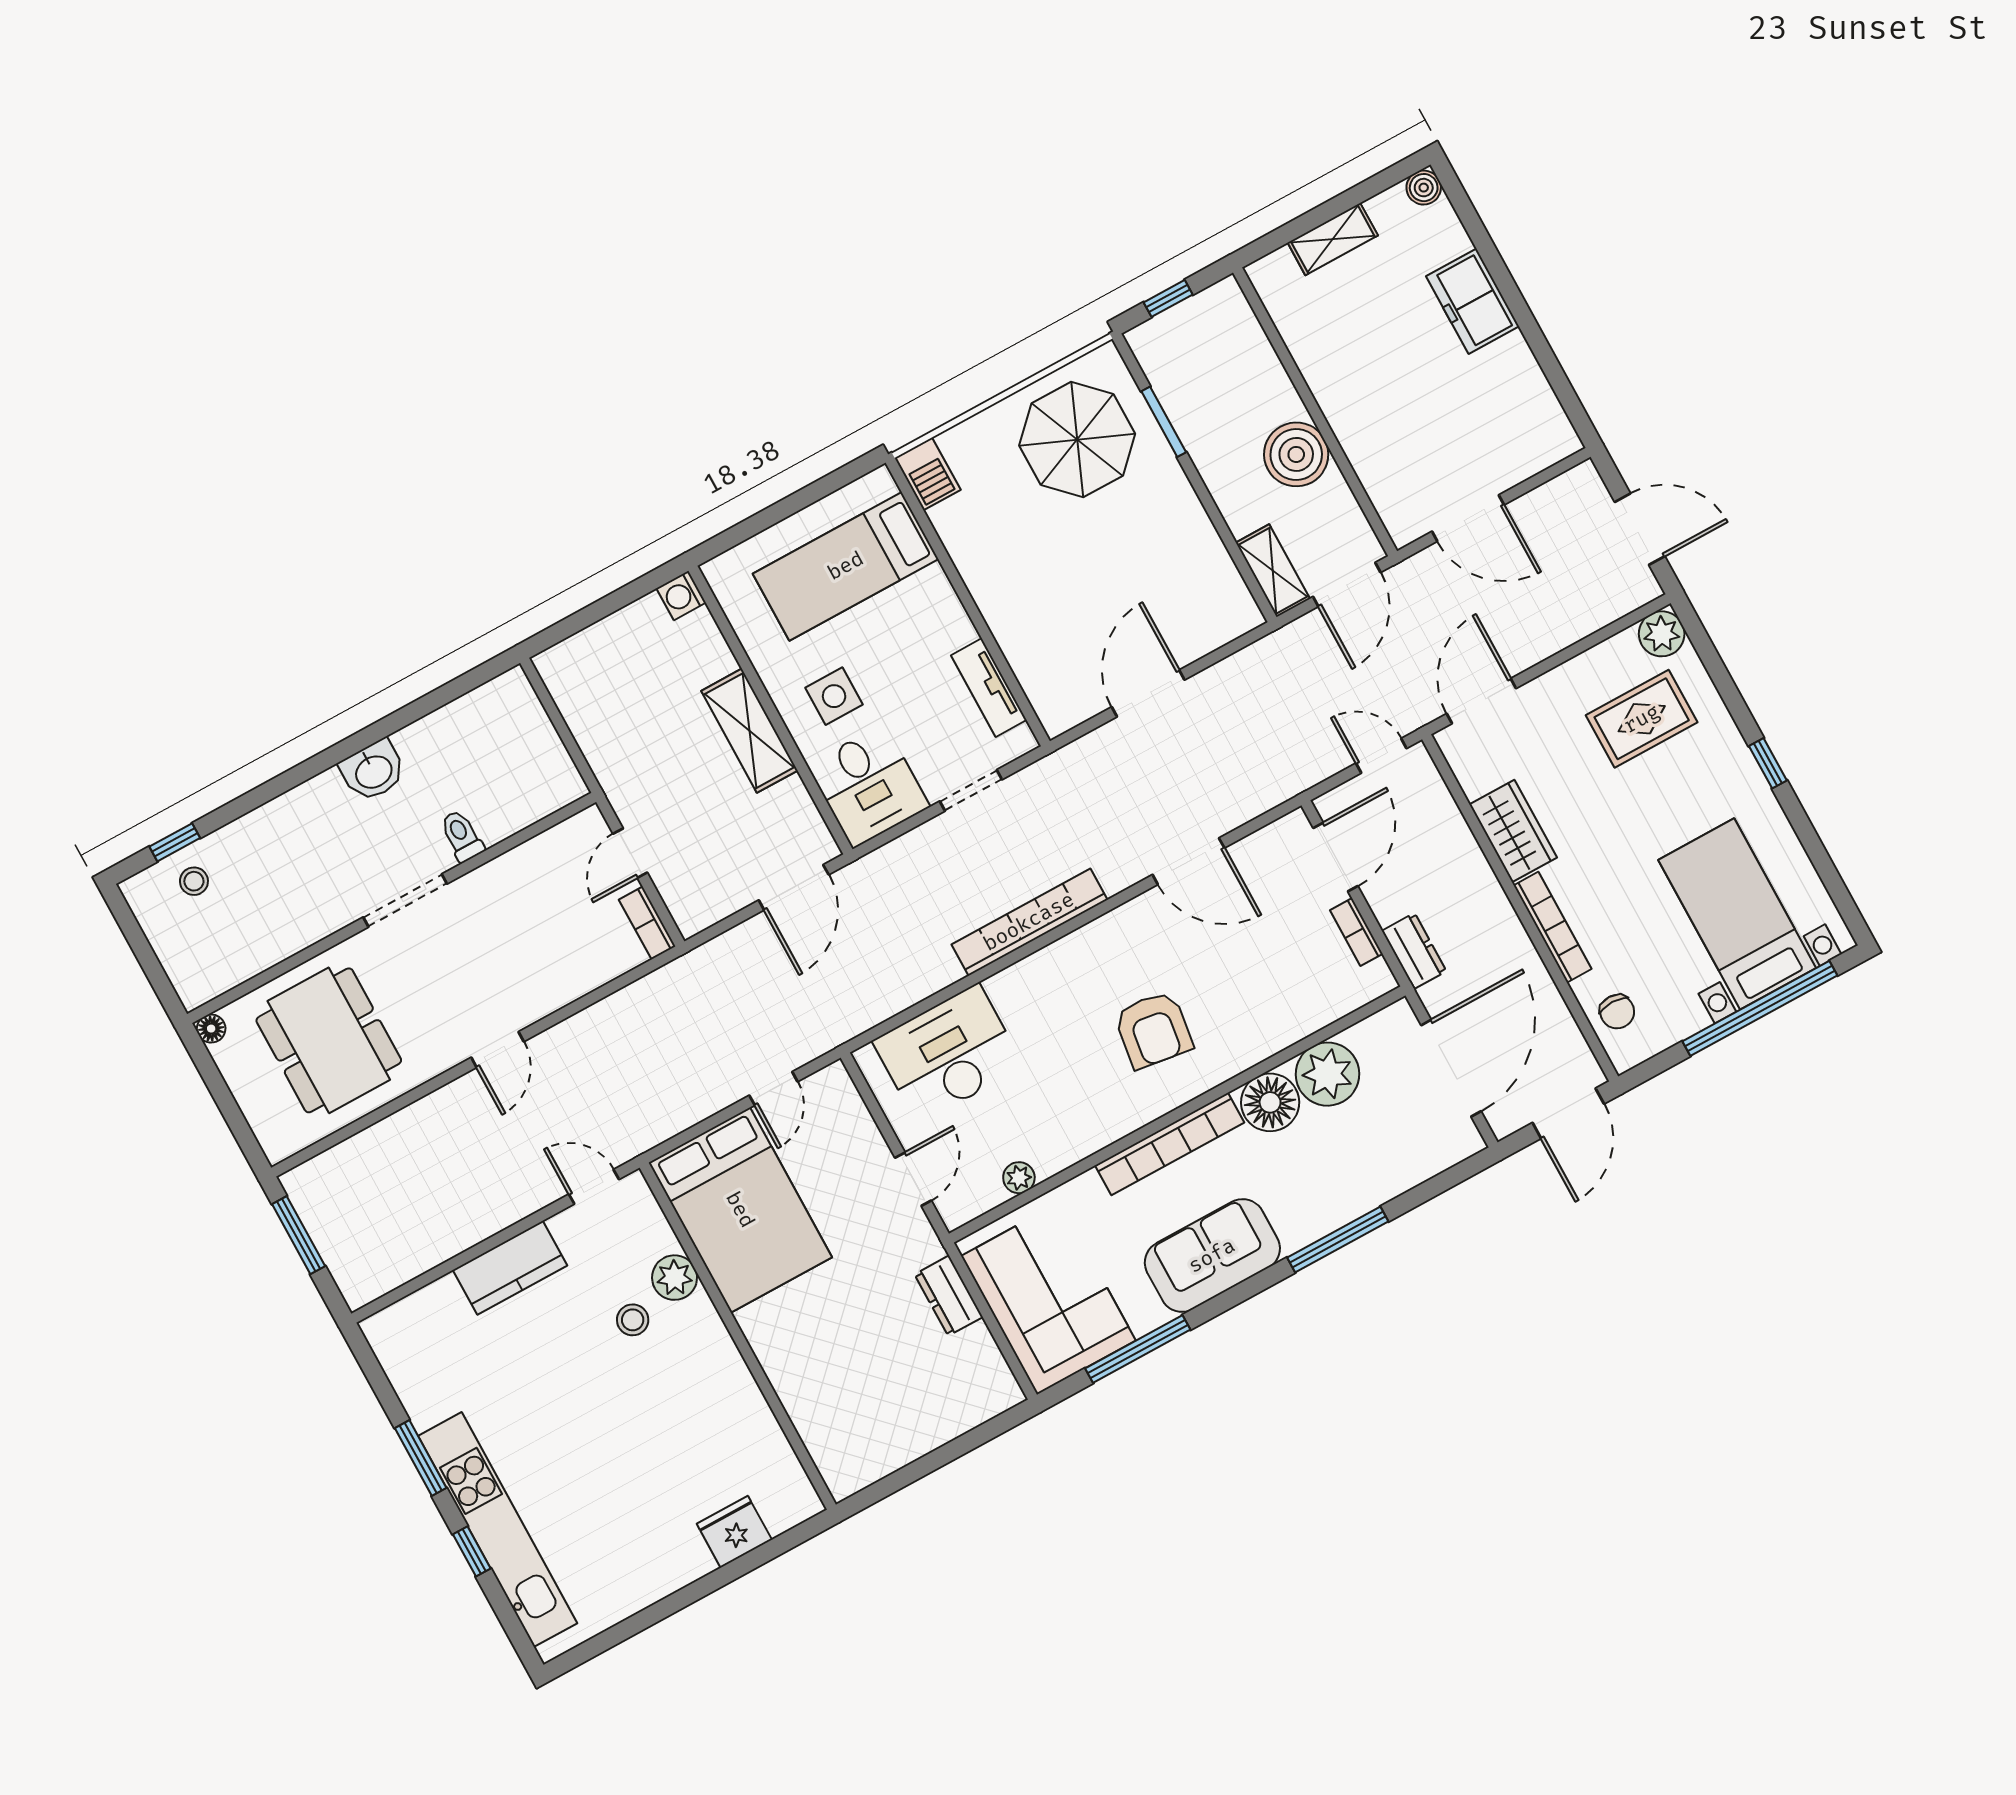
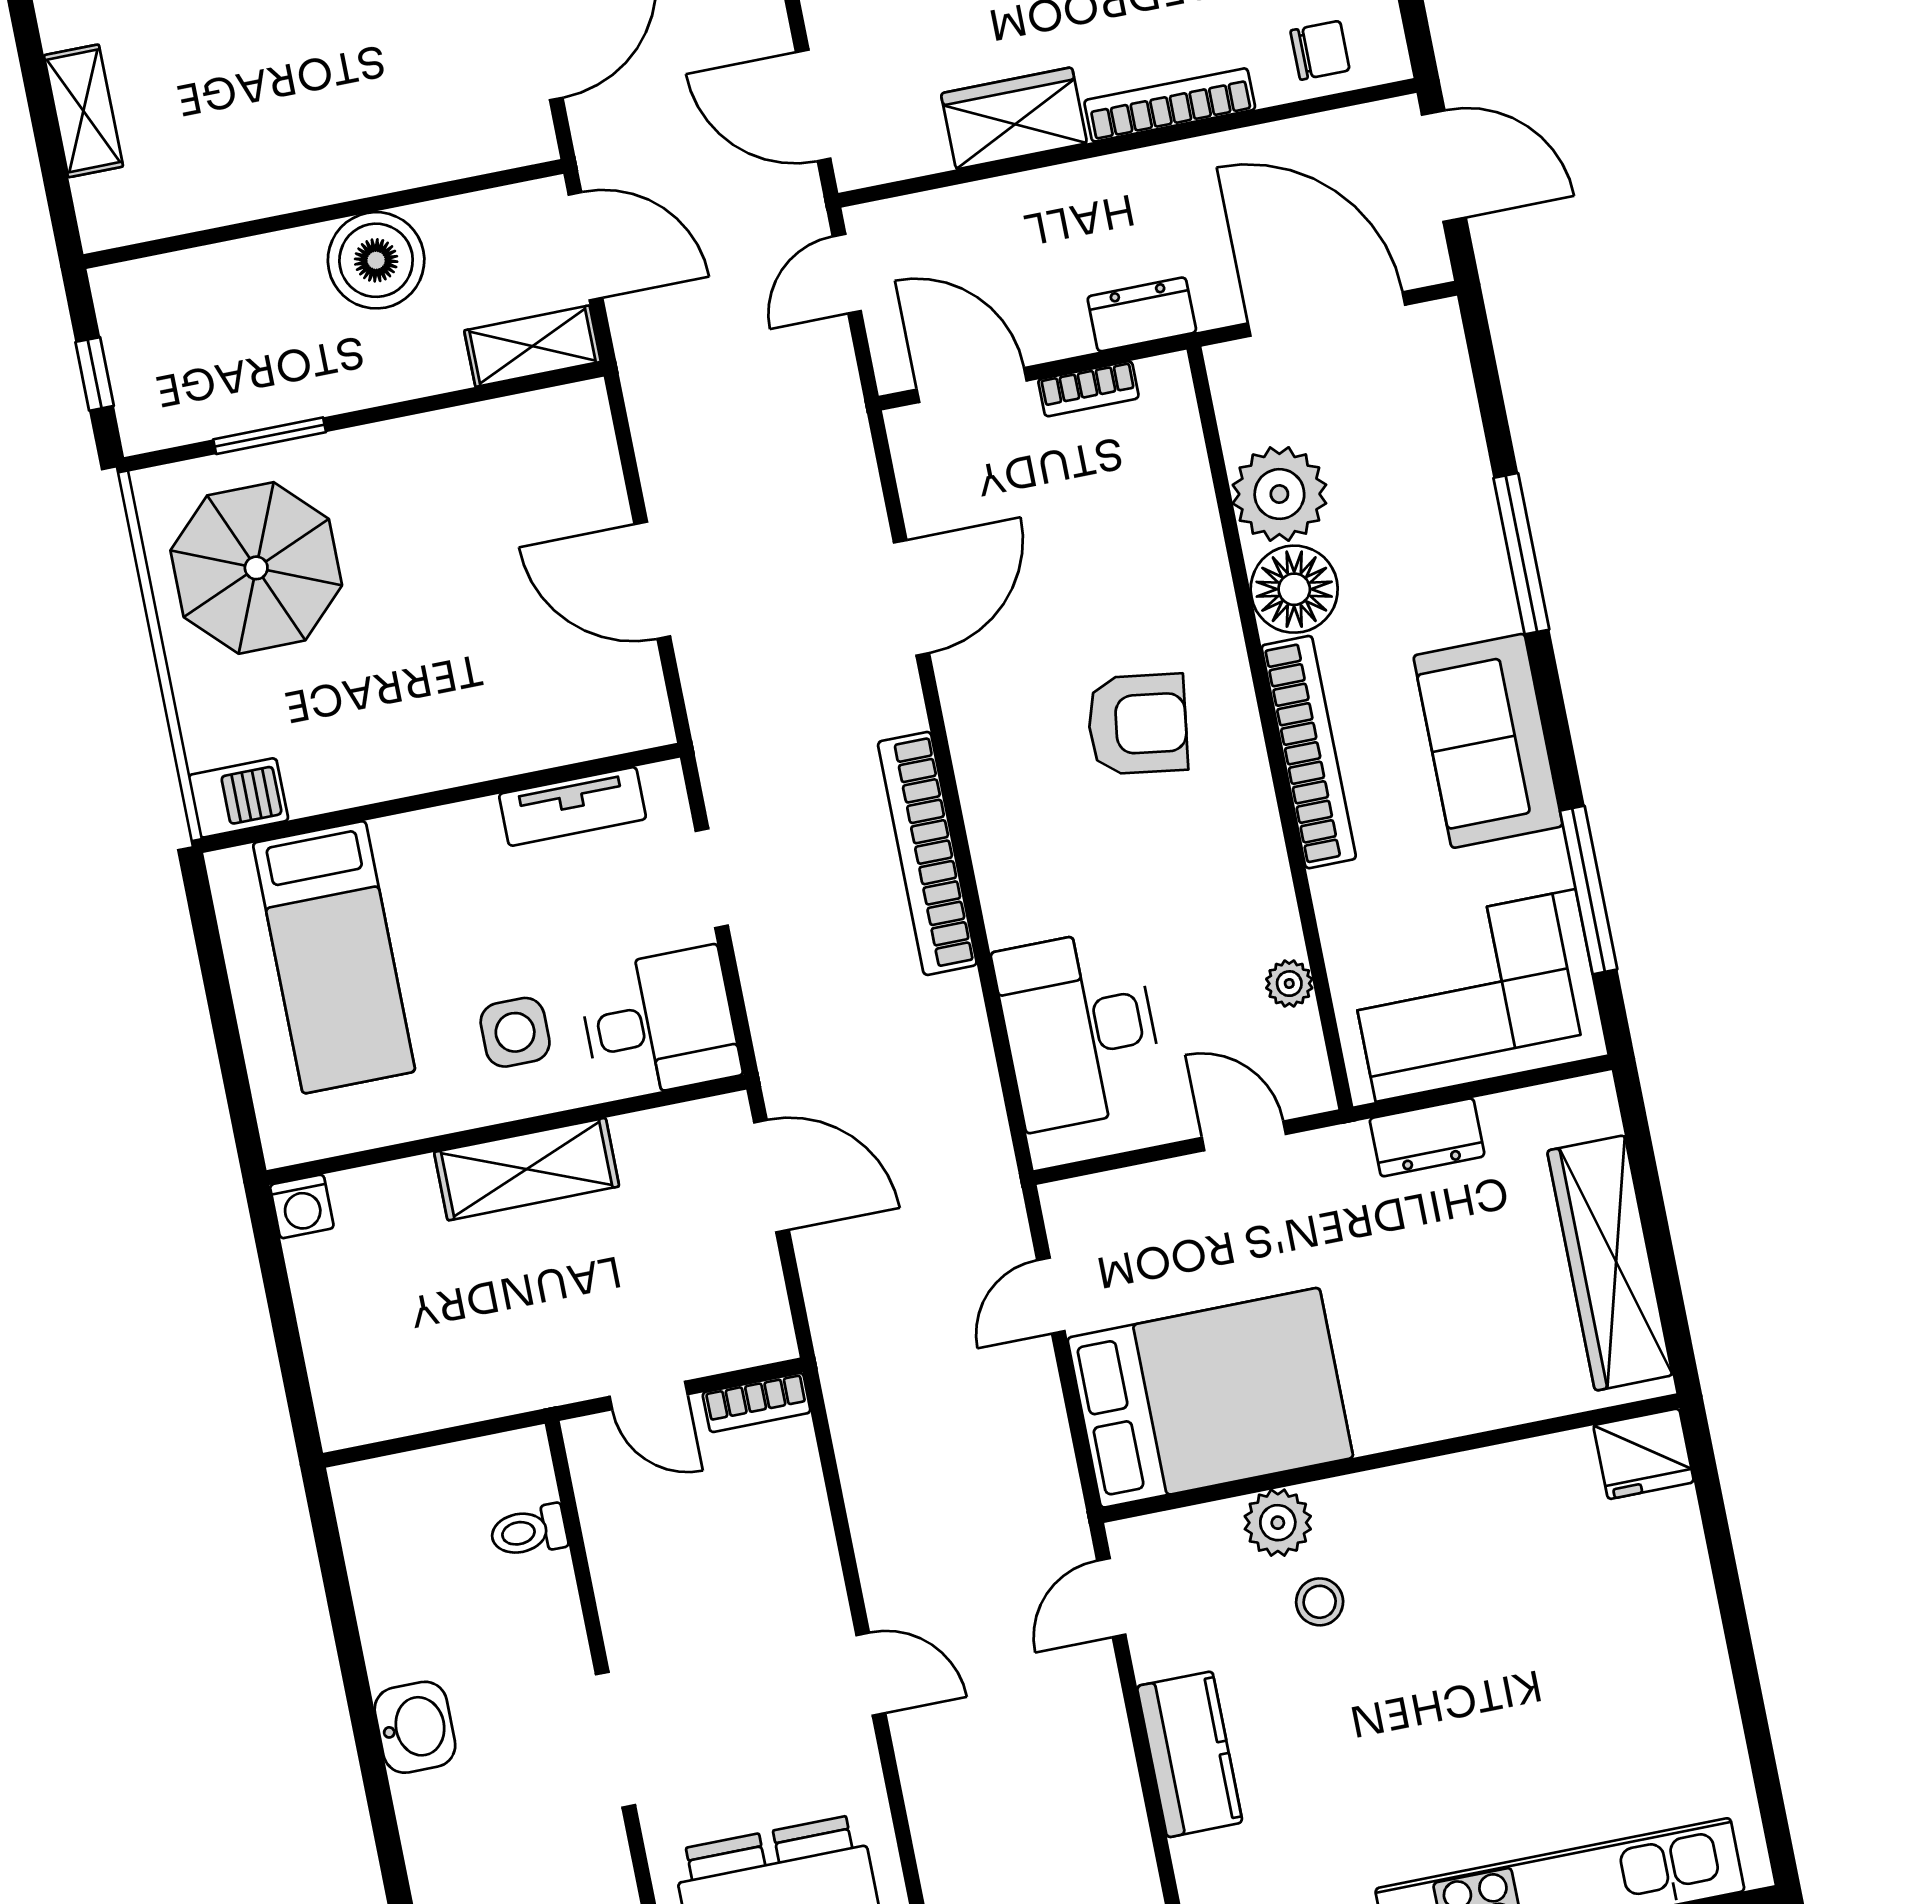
toilet: (462, 836) -> (529, 1531), moved
door: (773, 1088) -> (1051, 1296), swing flipped
wardrobe: (905, 1437) -> (1610, 1263), added
fridge: (734, 1532) -> (1644, 1454), moved, turned -90

